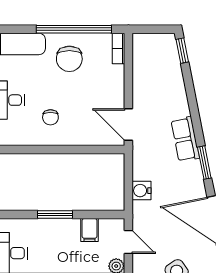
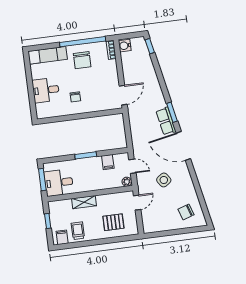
door: (128, 125) -> (123, 95), swing flipped
row of seats: (185, 139) -> (166, 121), moved
water cooler: (142, 191) -> (125, 46), moved

